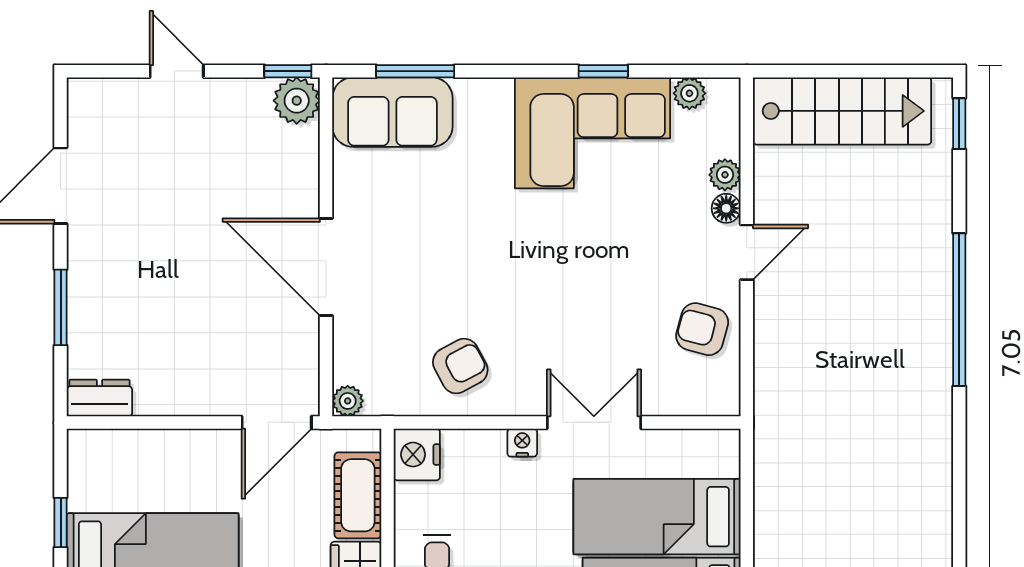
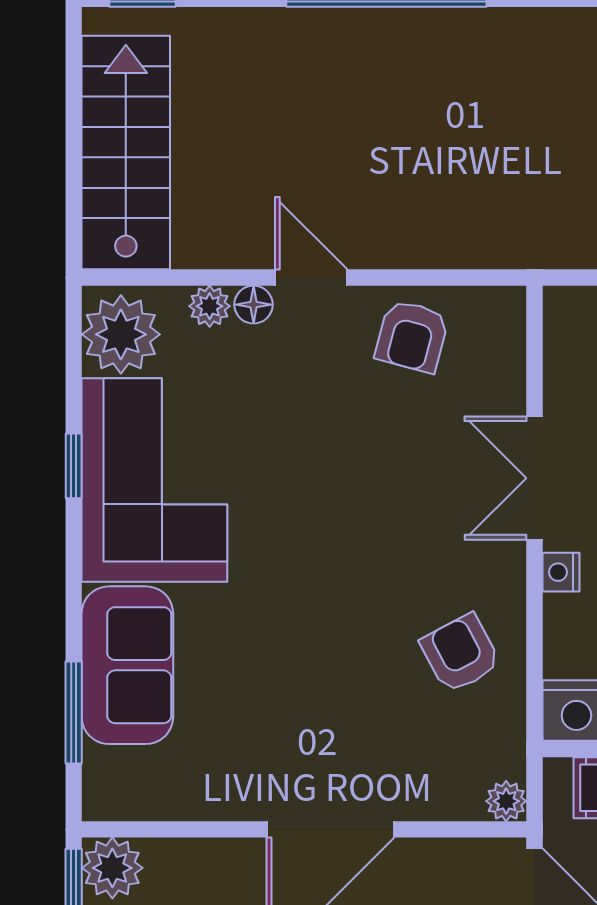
plant: (689, 93) -> (121, 334), width x1.88, depth x1.88
sofa: (392, 112) -> (127, 665), moved

